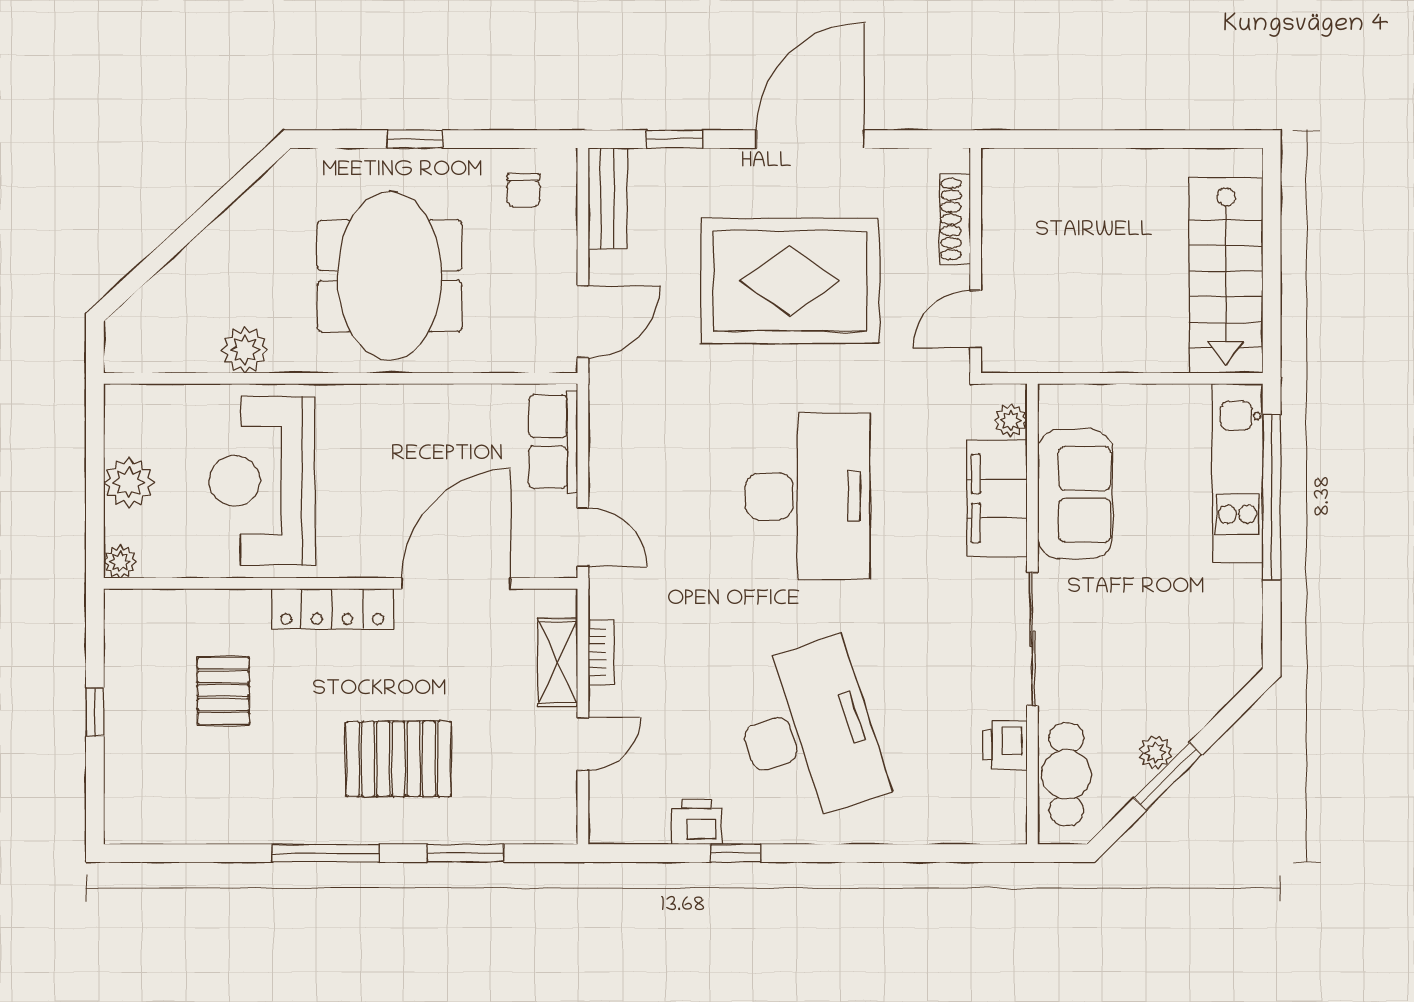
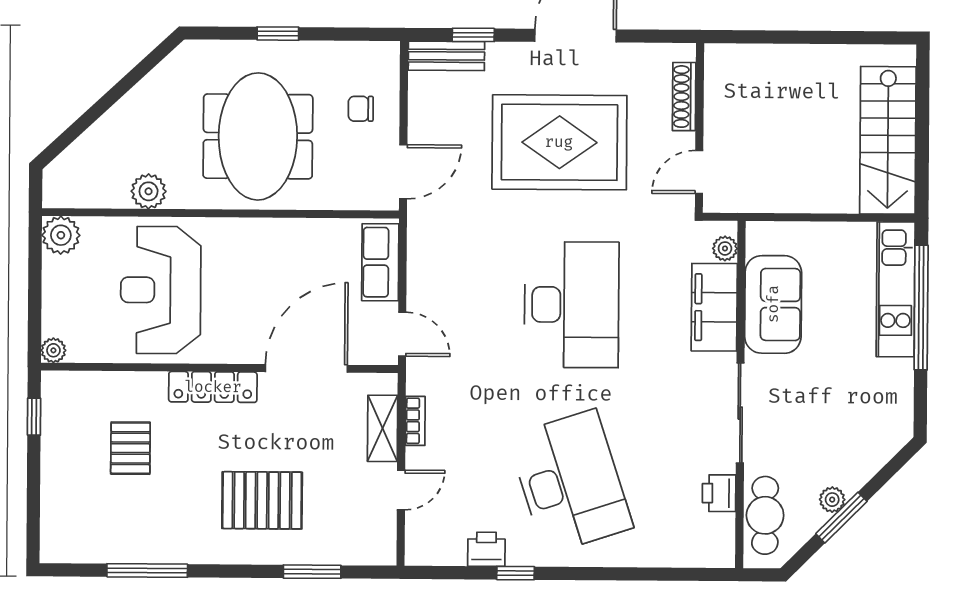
chair: (523, 191) -> (361, 109), moved, turned 90
bench: (607, 198) -> (446, 56), moved, turned 90
plant: (129, 482) -> (61, 235), moved
window: (95, 712) -> (34, 417), moved
window: (326, 853) -> (147, 570), moved

